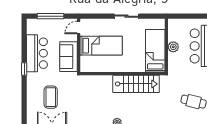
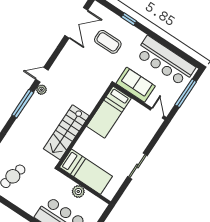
bed: (101, 46) -> (109, 112), moved
bar counter: (37, 53) -> (165, 61), width x1.36
window: (24, 69) -> (129, 19), moved

